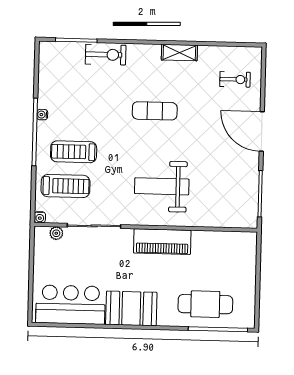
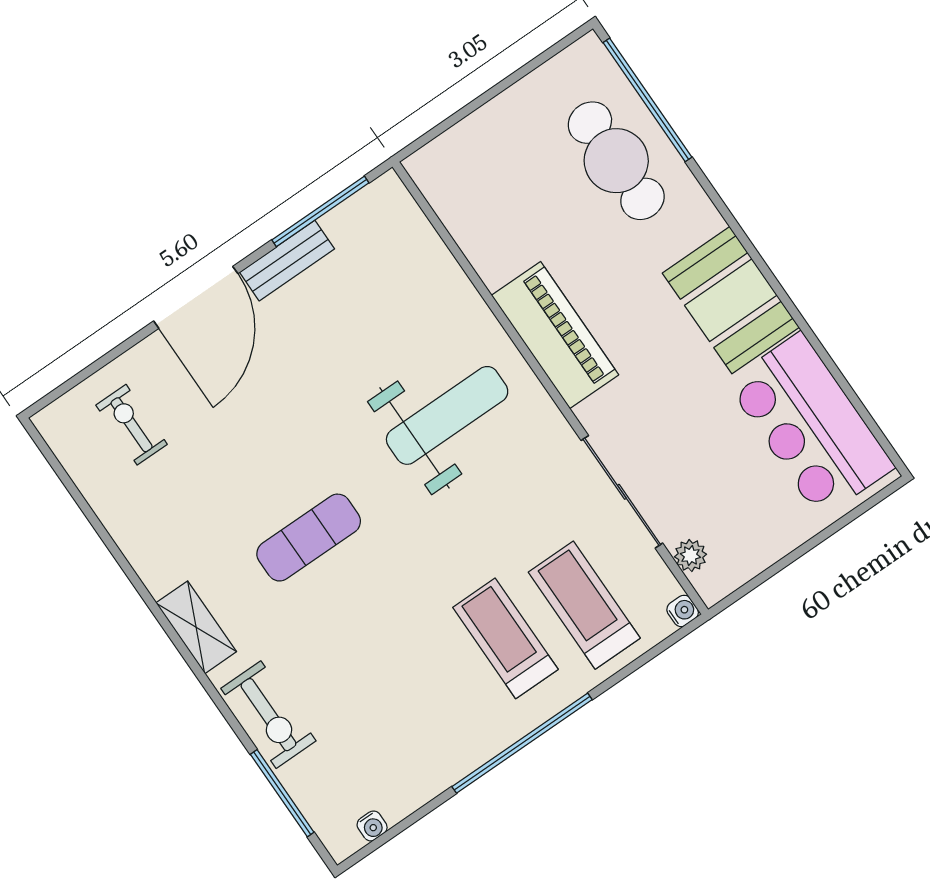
shelving: (179, 53) -> (196, 627), moved
exercise bike: (106, 55) -> (268, 715), turned 180
exercise mat: (155, 111) -> (309, 538), turned 90
water cooler: (42, 115) -> (372, 826), moved
treadmill: (74, 152) -> (505, 638), turned 180
bench: (252, 171) -> (287, 261), added
weight bench: (162, 186) -> (447, 415), turned -90

